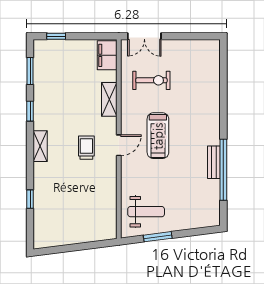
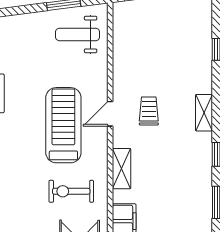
treadmill: (158, 136) -> (63, 125), width x1.37, depth x1.38
trolley: (86, 148) -> (149, 111), turned 180

